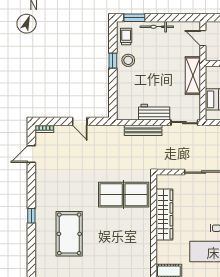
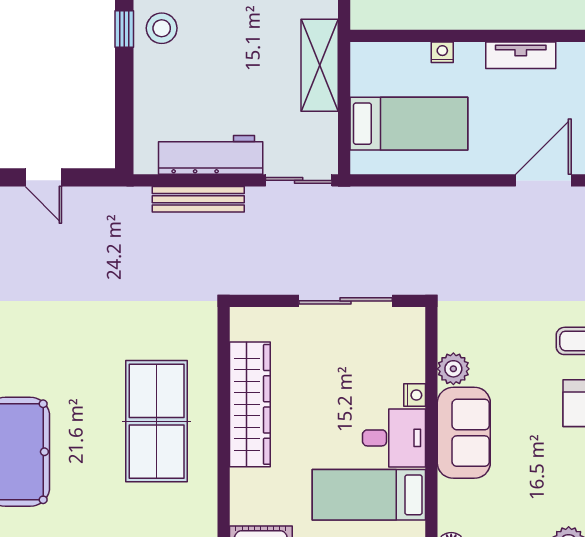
workbench: (154, 112) -> (211, 155), width x1.38
table tennis table: (124, 195) -> (157, 421), moved, turned 90

